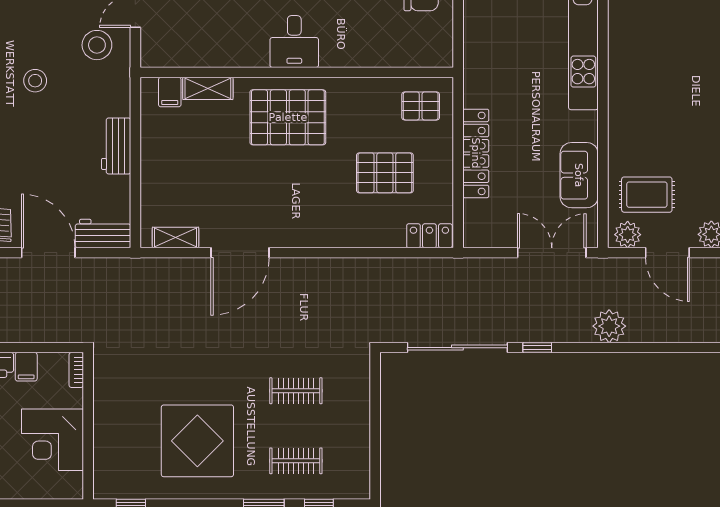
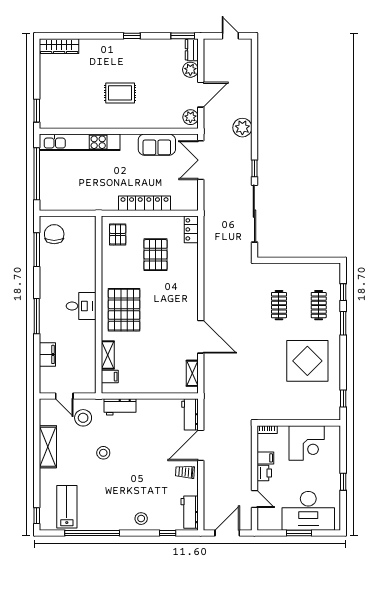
workbench: (116, 146) -> (120, 407), moved
rug: (647, 195) -> (120, 93), moved, turned 90

